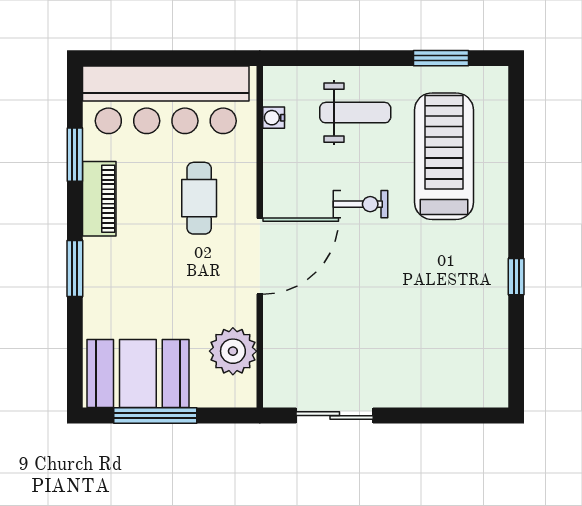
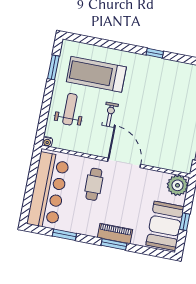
water cooler: (274, 118) -> (47, 142), moved
cafe table: (199, 198) -> (94, 184), turned 90
piano: (99, 199) -> (115, 233), moved
plant: (233, 351) -> (178, 185), moved
window: (155, 416) -> (185, 222), width x0.46

